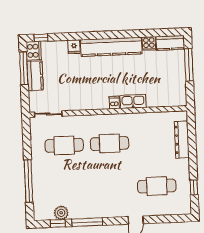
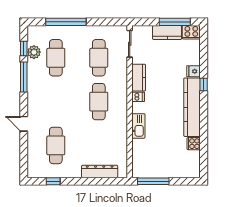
window: (41, 38) -> (204, 84), moved
kitchen counter: (170, 43) -> (139, 78), moved, turned 180
window: (189, 65) -> (153, 181), moved
dishwasher: (114, 103) -> (138, 97), moved
cafe table: (66, 190) -> (56, 58), added

